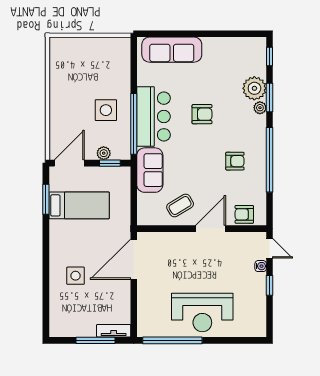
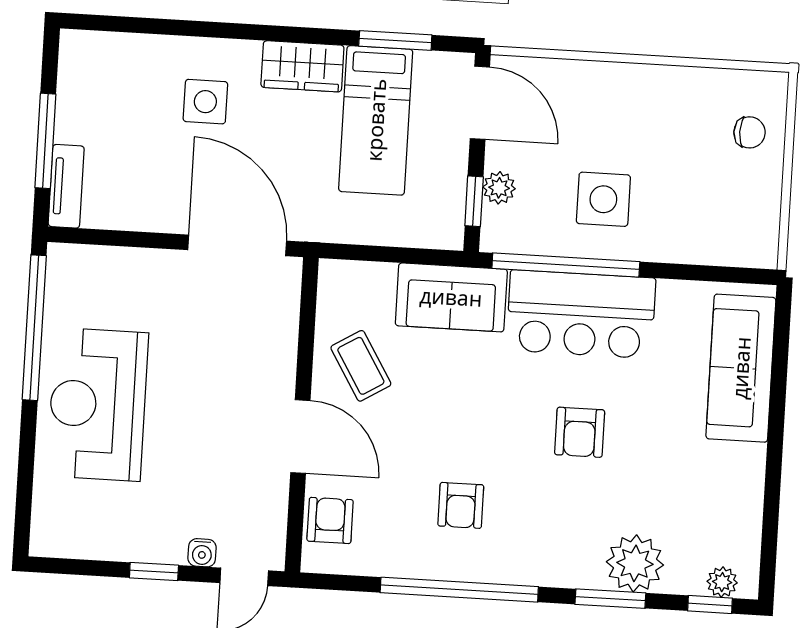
chair: (75, 52) -> (749, 132), added
plant: (260, 108) -> (722, 582), moved
wardrobe: (59, 237) -> (302, 66), added

